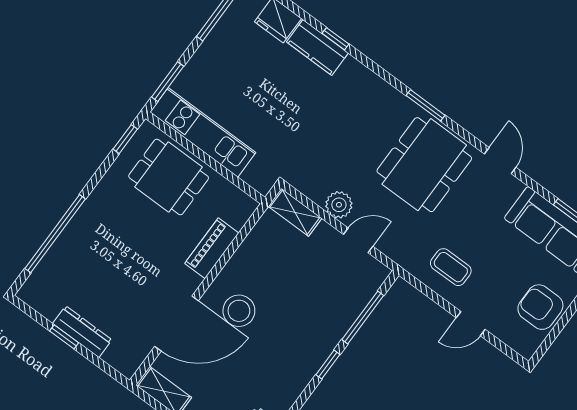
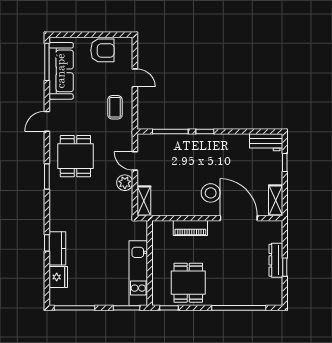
dining table: (424, 165) -> (75, 156), width x0.73
dining table: (169, 177) -> (188, 283), moved
armchair: (540, 307) -> (102, 50), turned -90

